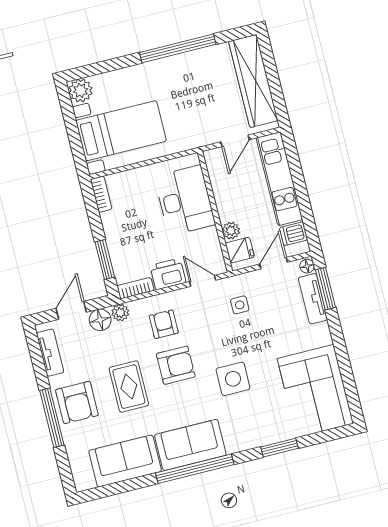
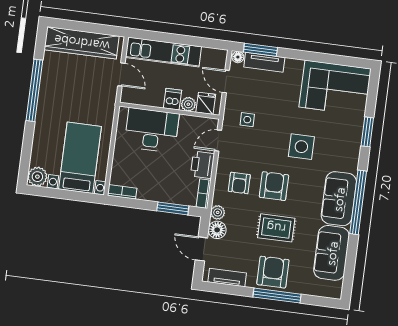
dishwasher: (294, 234) -> (173, 99), moved, turned 180
armchair: (164, 324) -> (239, 183), turned -90
armchair: (77, 403) -> (273, 272), turned -90

